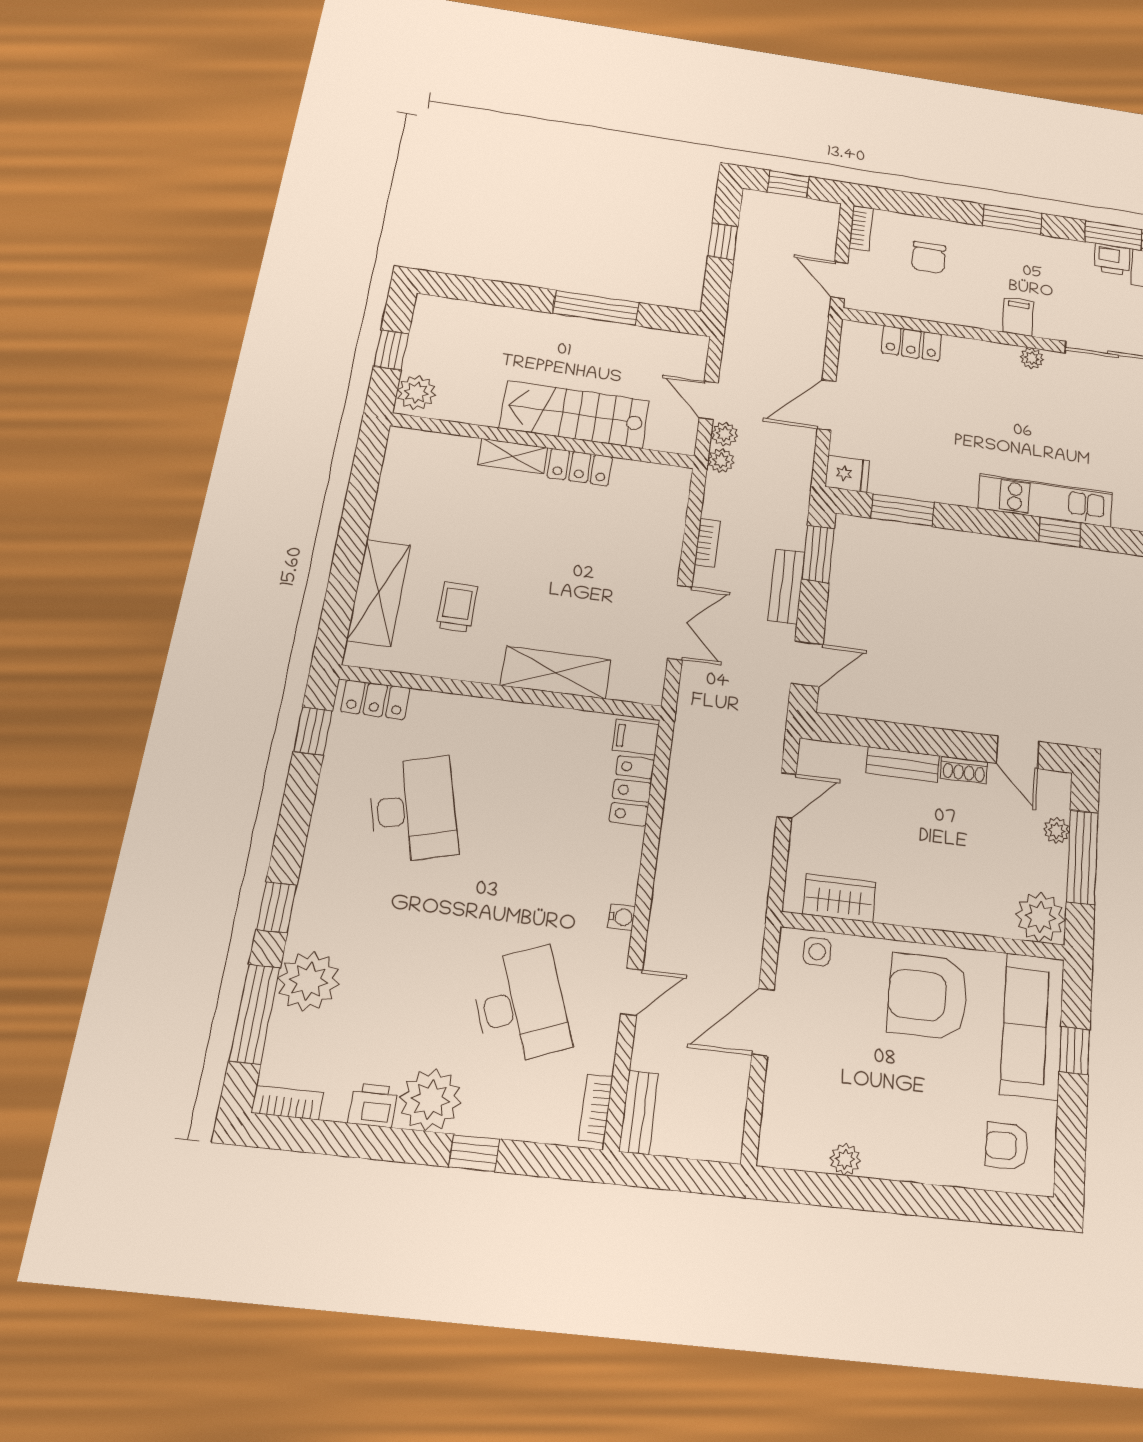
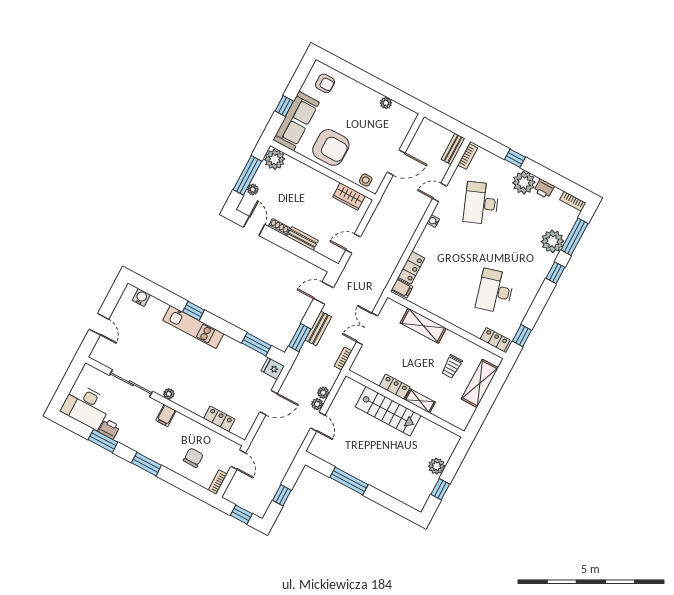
stairs: (575, 414) -> (388, 411), moved
wall: (544, 441) -> (405, 403), moved
shelving: (512, 456) -> (420, 401), moved
locker: (580, 467) -> (395, 387), moved

